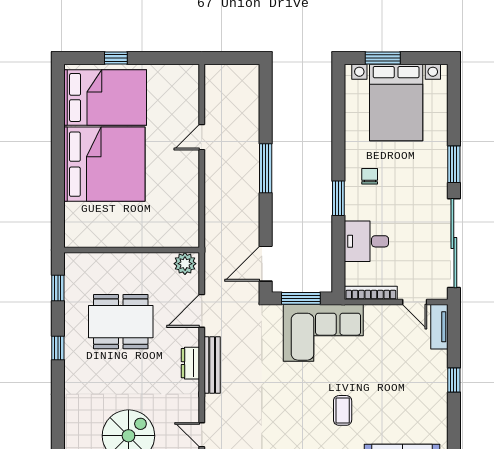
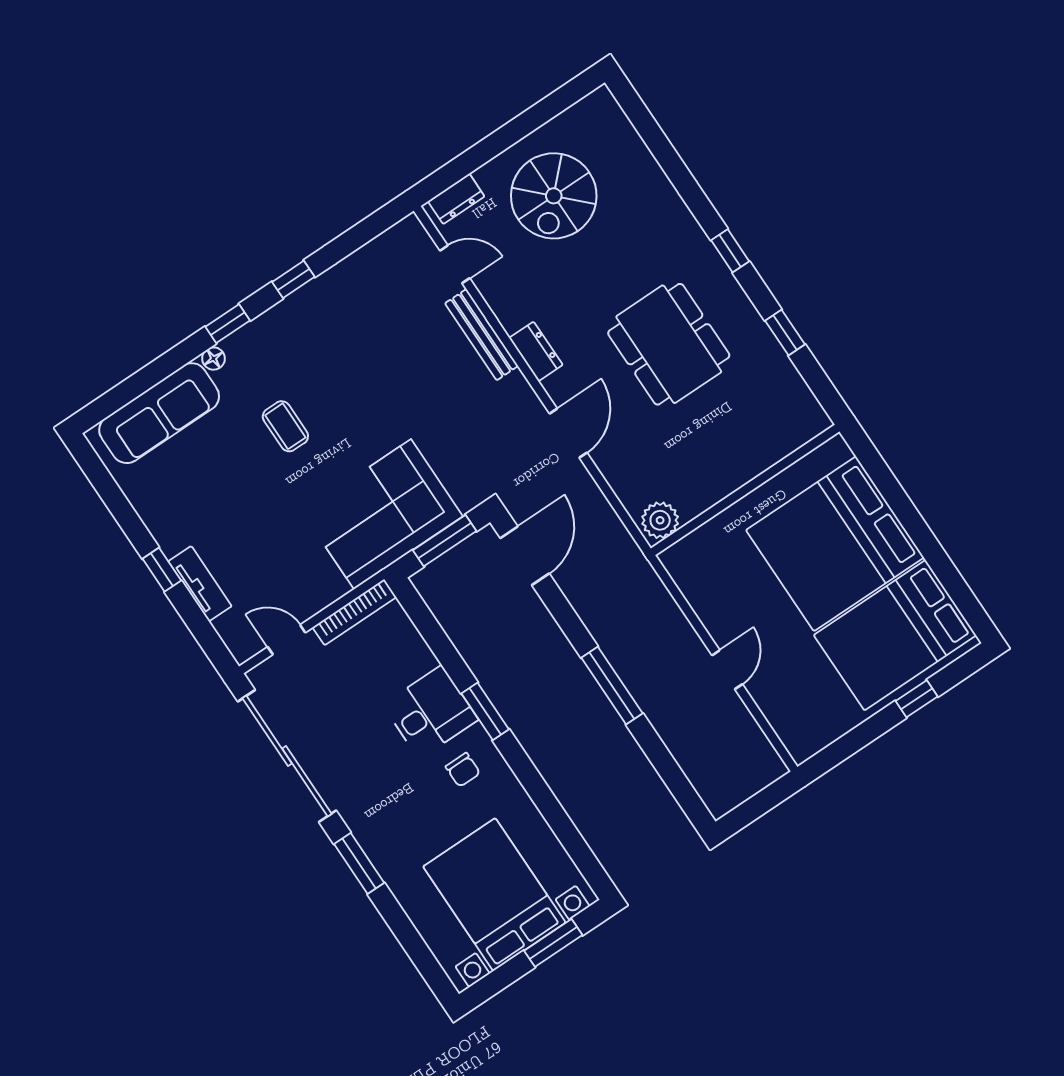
desk: (366, 241) -> (430, 712), moved
wall: (132, 250) -> (745, 490), moved
plant: (185, 264) -> (660, 520), moved
dining table: (121, 322) -> (669, 344), turned 90
tv unit: (439, 327) -> (200, 584), moved
bench: (212, 365) -> (482, 335), moved

